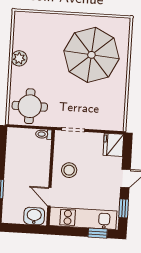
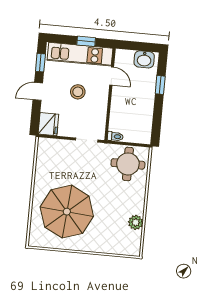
plant: (19, 58) -> (136, 222), moved
stool: (69, 170) -> (78, 92), moved
washbasin: (34, 216) -> (144, 59), moved
window: (98, 233) -> (86, 41), moved

